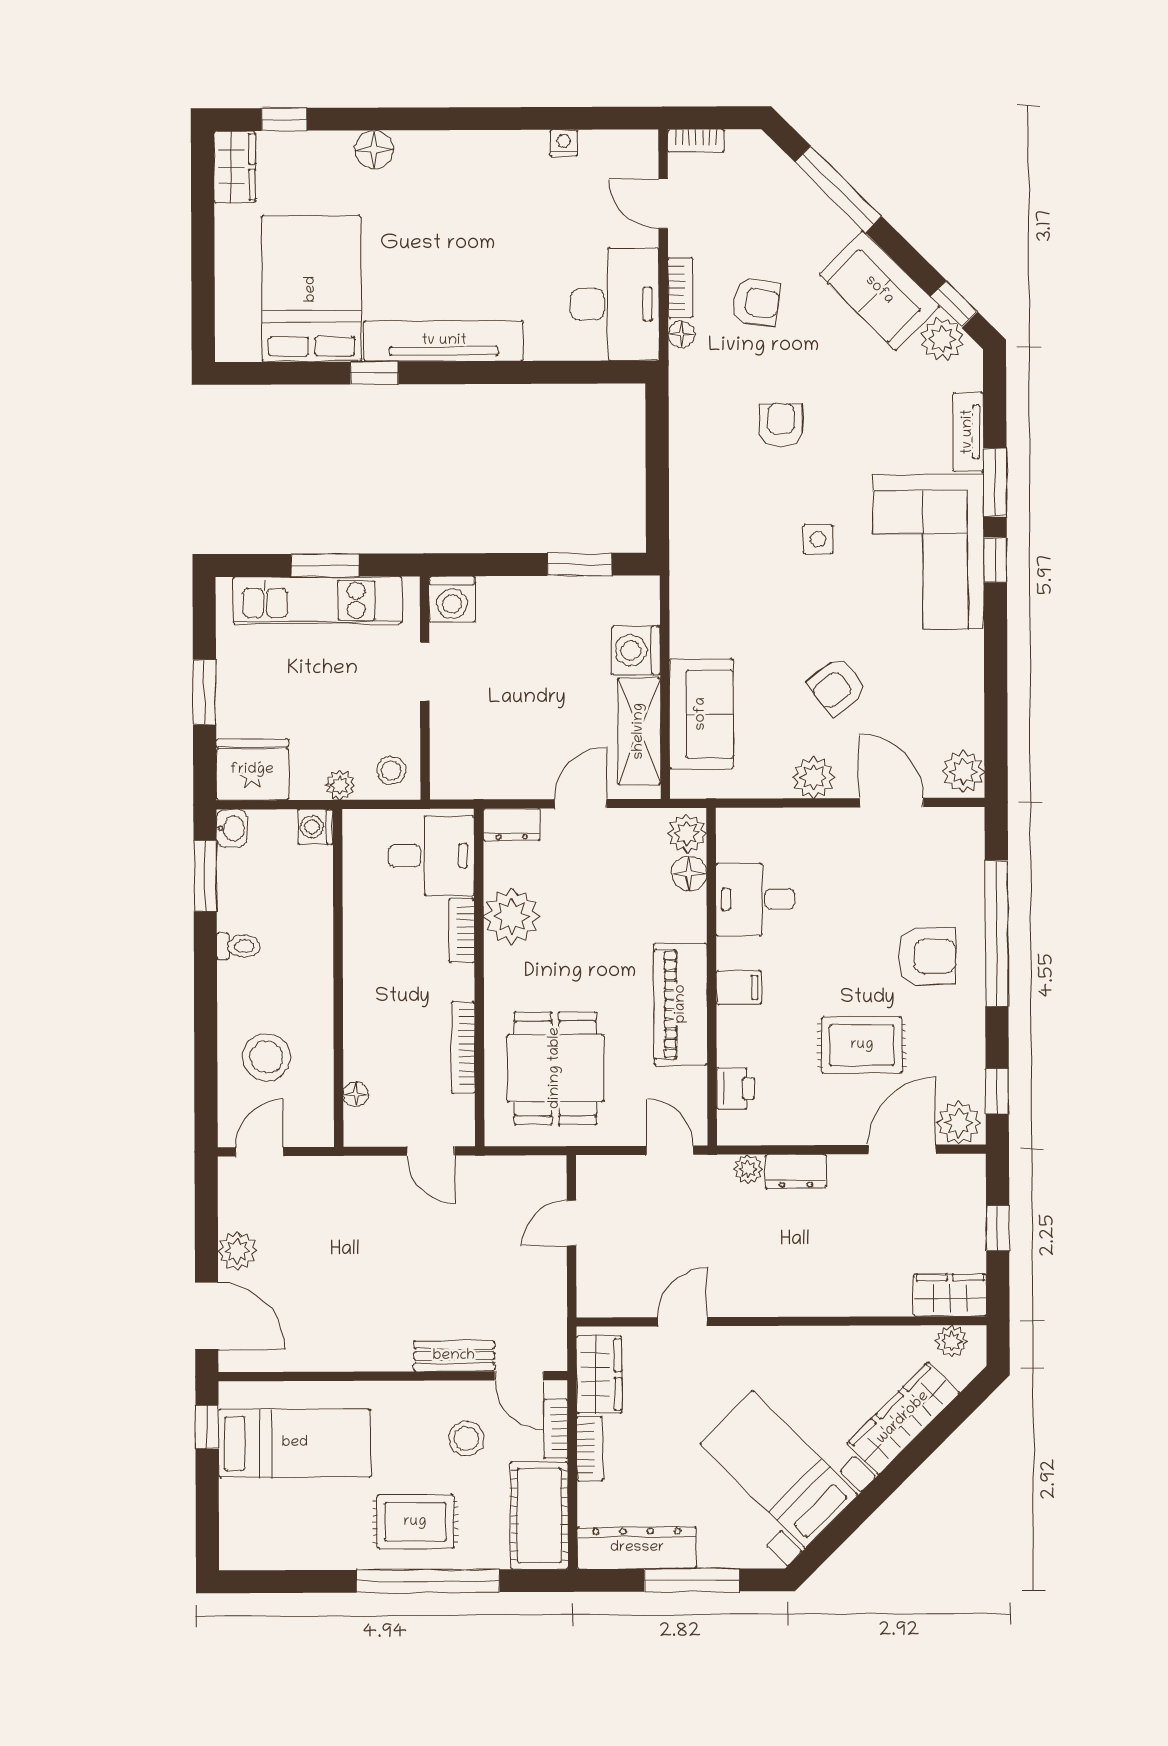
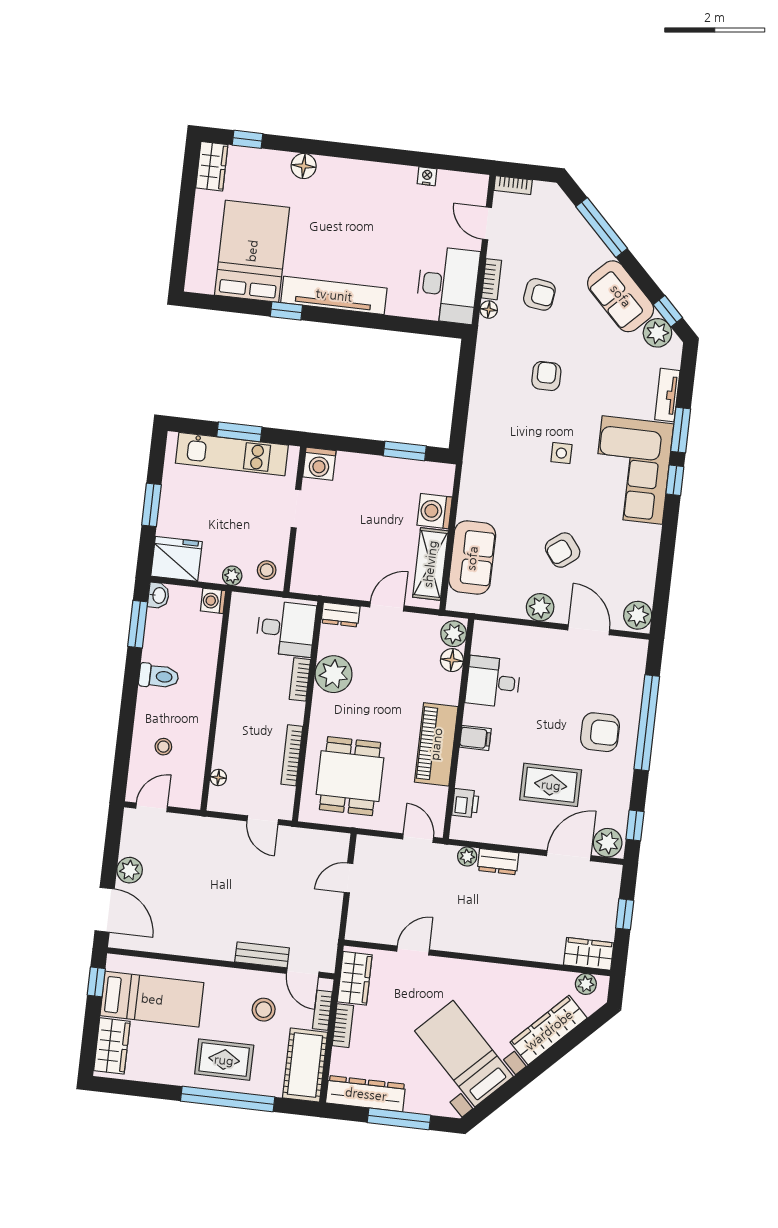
toilet: (238, 946) -> (159, 676), width x1.37, depth x1.39
stool: (266, 1057) -> (163, 747), width x0.53, depth x0.53
wardrobe: (242, 1521) -> (112, 1046), added

